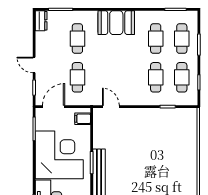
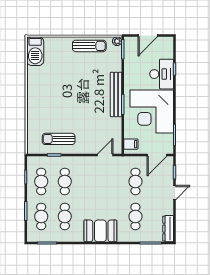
dresser: (41, 21) -> (168, 229), width x1.44
door: (34, 65) -> (174, 193), hinge flipped
door: (111, 107) -> (105, 155), swing flipped
sun lounger: (162, 124) -> (59, 139), added

